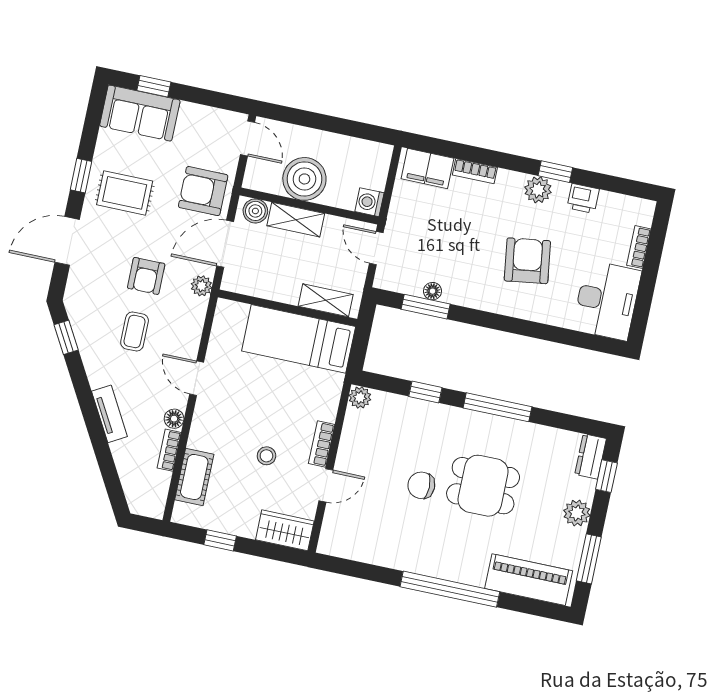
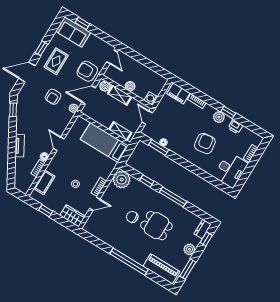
boiler: (304, 179) -> (130, 86), width x0.54, depth x0.54
rug: (125, 193) -> (56, 61), turned 90
coffee table: (135, 331) -> (41, 117), removed
plant: (360, 397) -> (122, 180), width x1.87, depth x1.87

